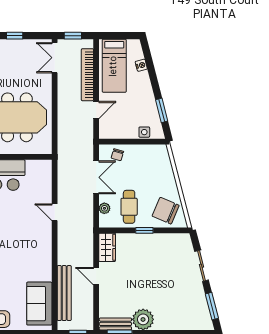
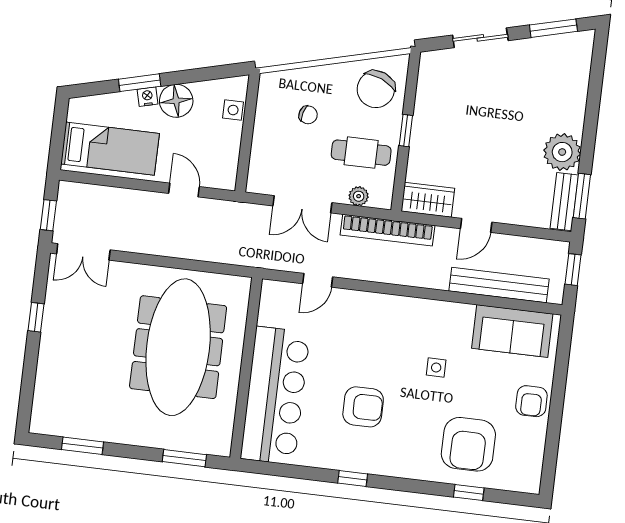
nightstand: (141, 65) -> (147, 97), moved
bookcase: (87, 75) -> (388, 230), moved
floor lamp: (146, 100) -> (176, 101), added
window: (162, 110) -> (140, 83), moved
chair: (117, 155) -> (308, 115), moved
double door: (96, 177) -> (302, 204), swing flipped
door: (55, 212) -> (318, 280), moved
side table: (14, 263) -> (436, 368), added

